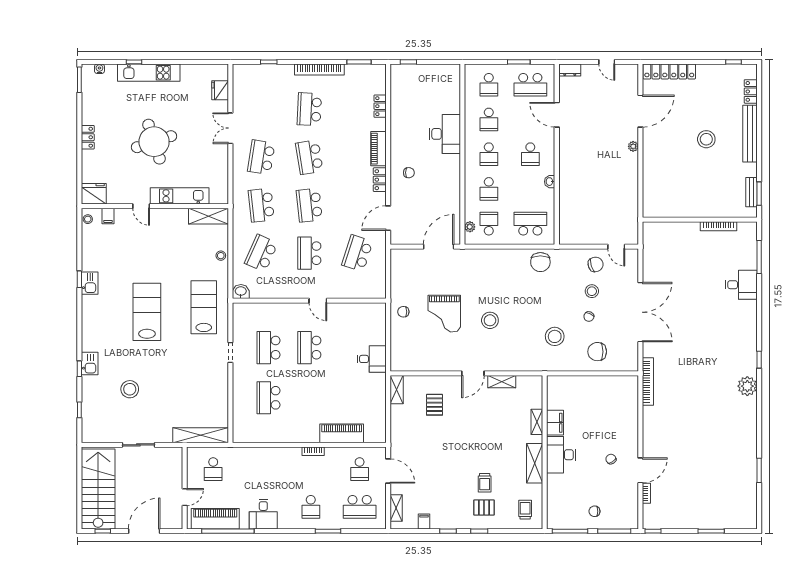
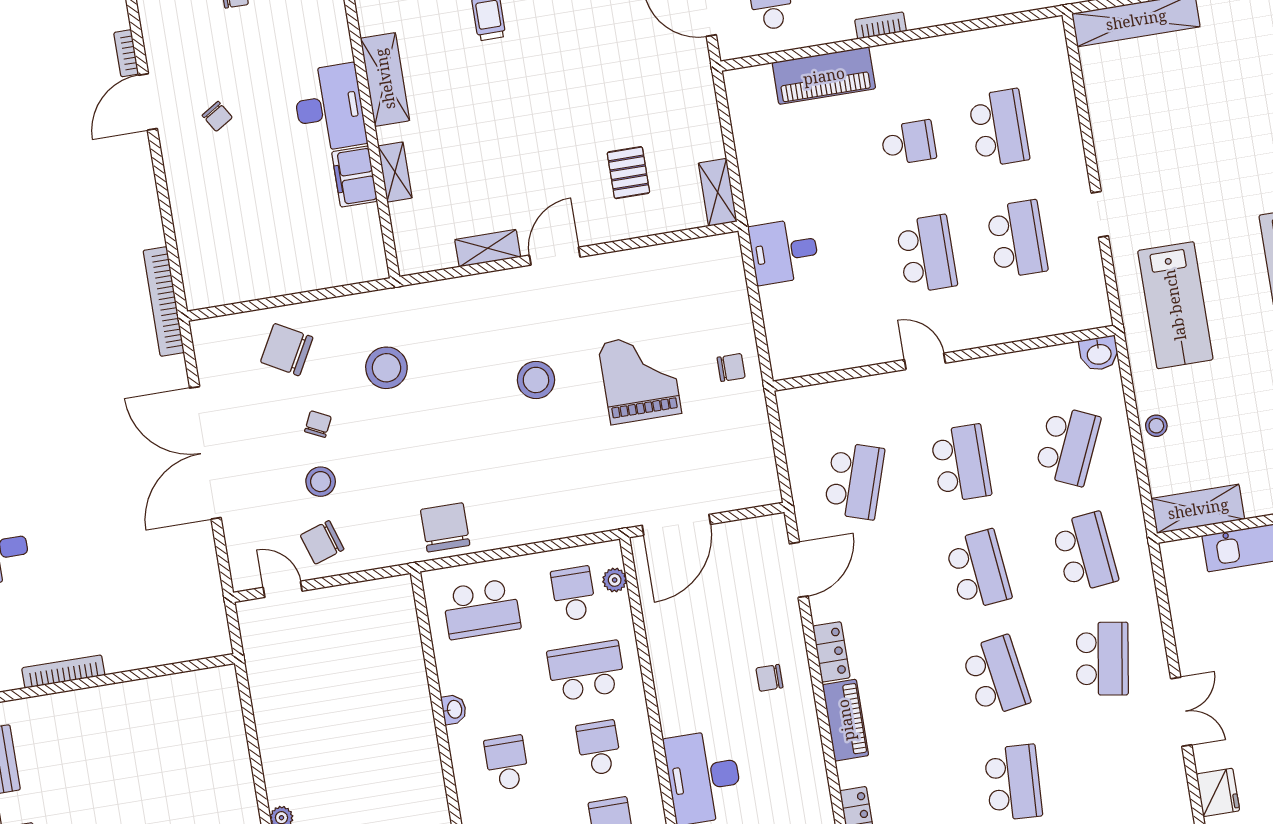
school desk: (489, 189) -> (586, 671), width x1.85
school desk: (489, 224) -> (574, 594), turned 180
chair: (597, 352) -> (287, 350), turned -151
school desk: (309, 398) -> (908, 143), added

